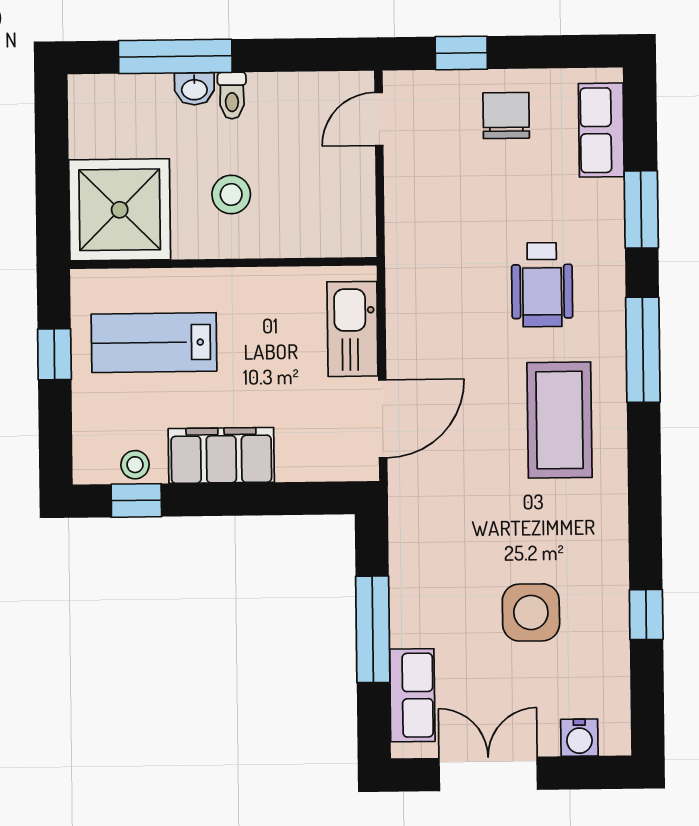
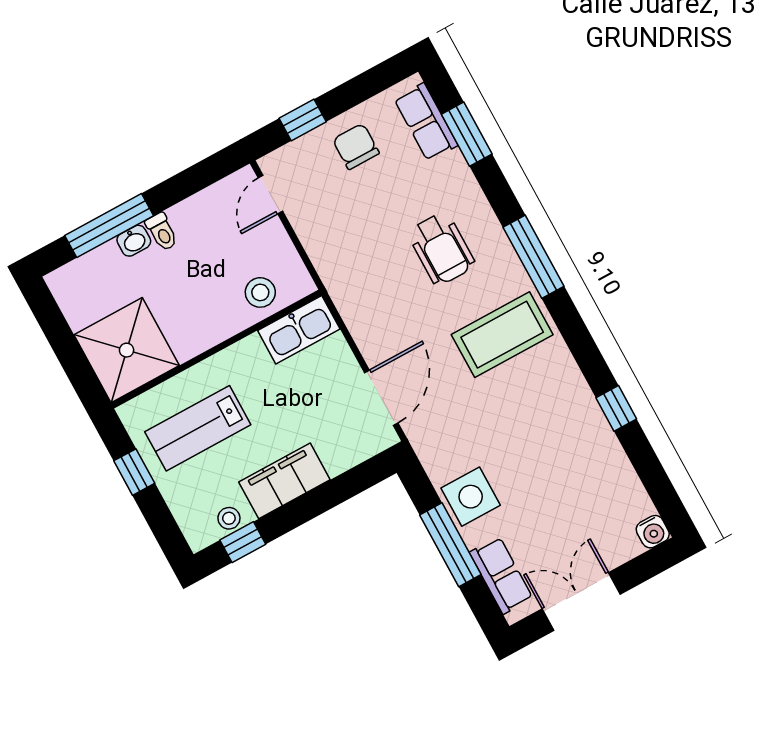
stool: (231, 195) -> (260, 292), moved
window: (641, 209) -> (467, 134), moved
kitchen sink: (352, 329) -> (299, 330), moved, turned -90
coffee table: (560, 420) -> (502, 335), turned 90
side table: (531, 612) -> (471, 497), moved
window: (646, 615) -> (616, 408), moved
water cooler: (579, 738) -> (653, 532), moved

